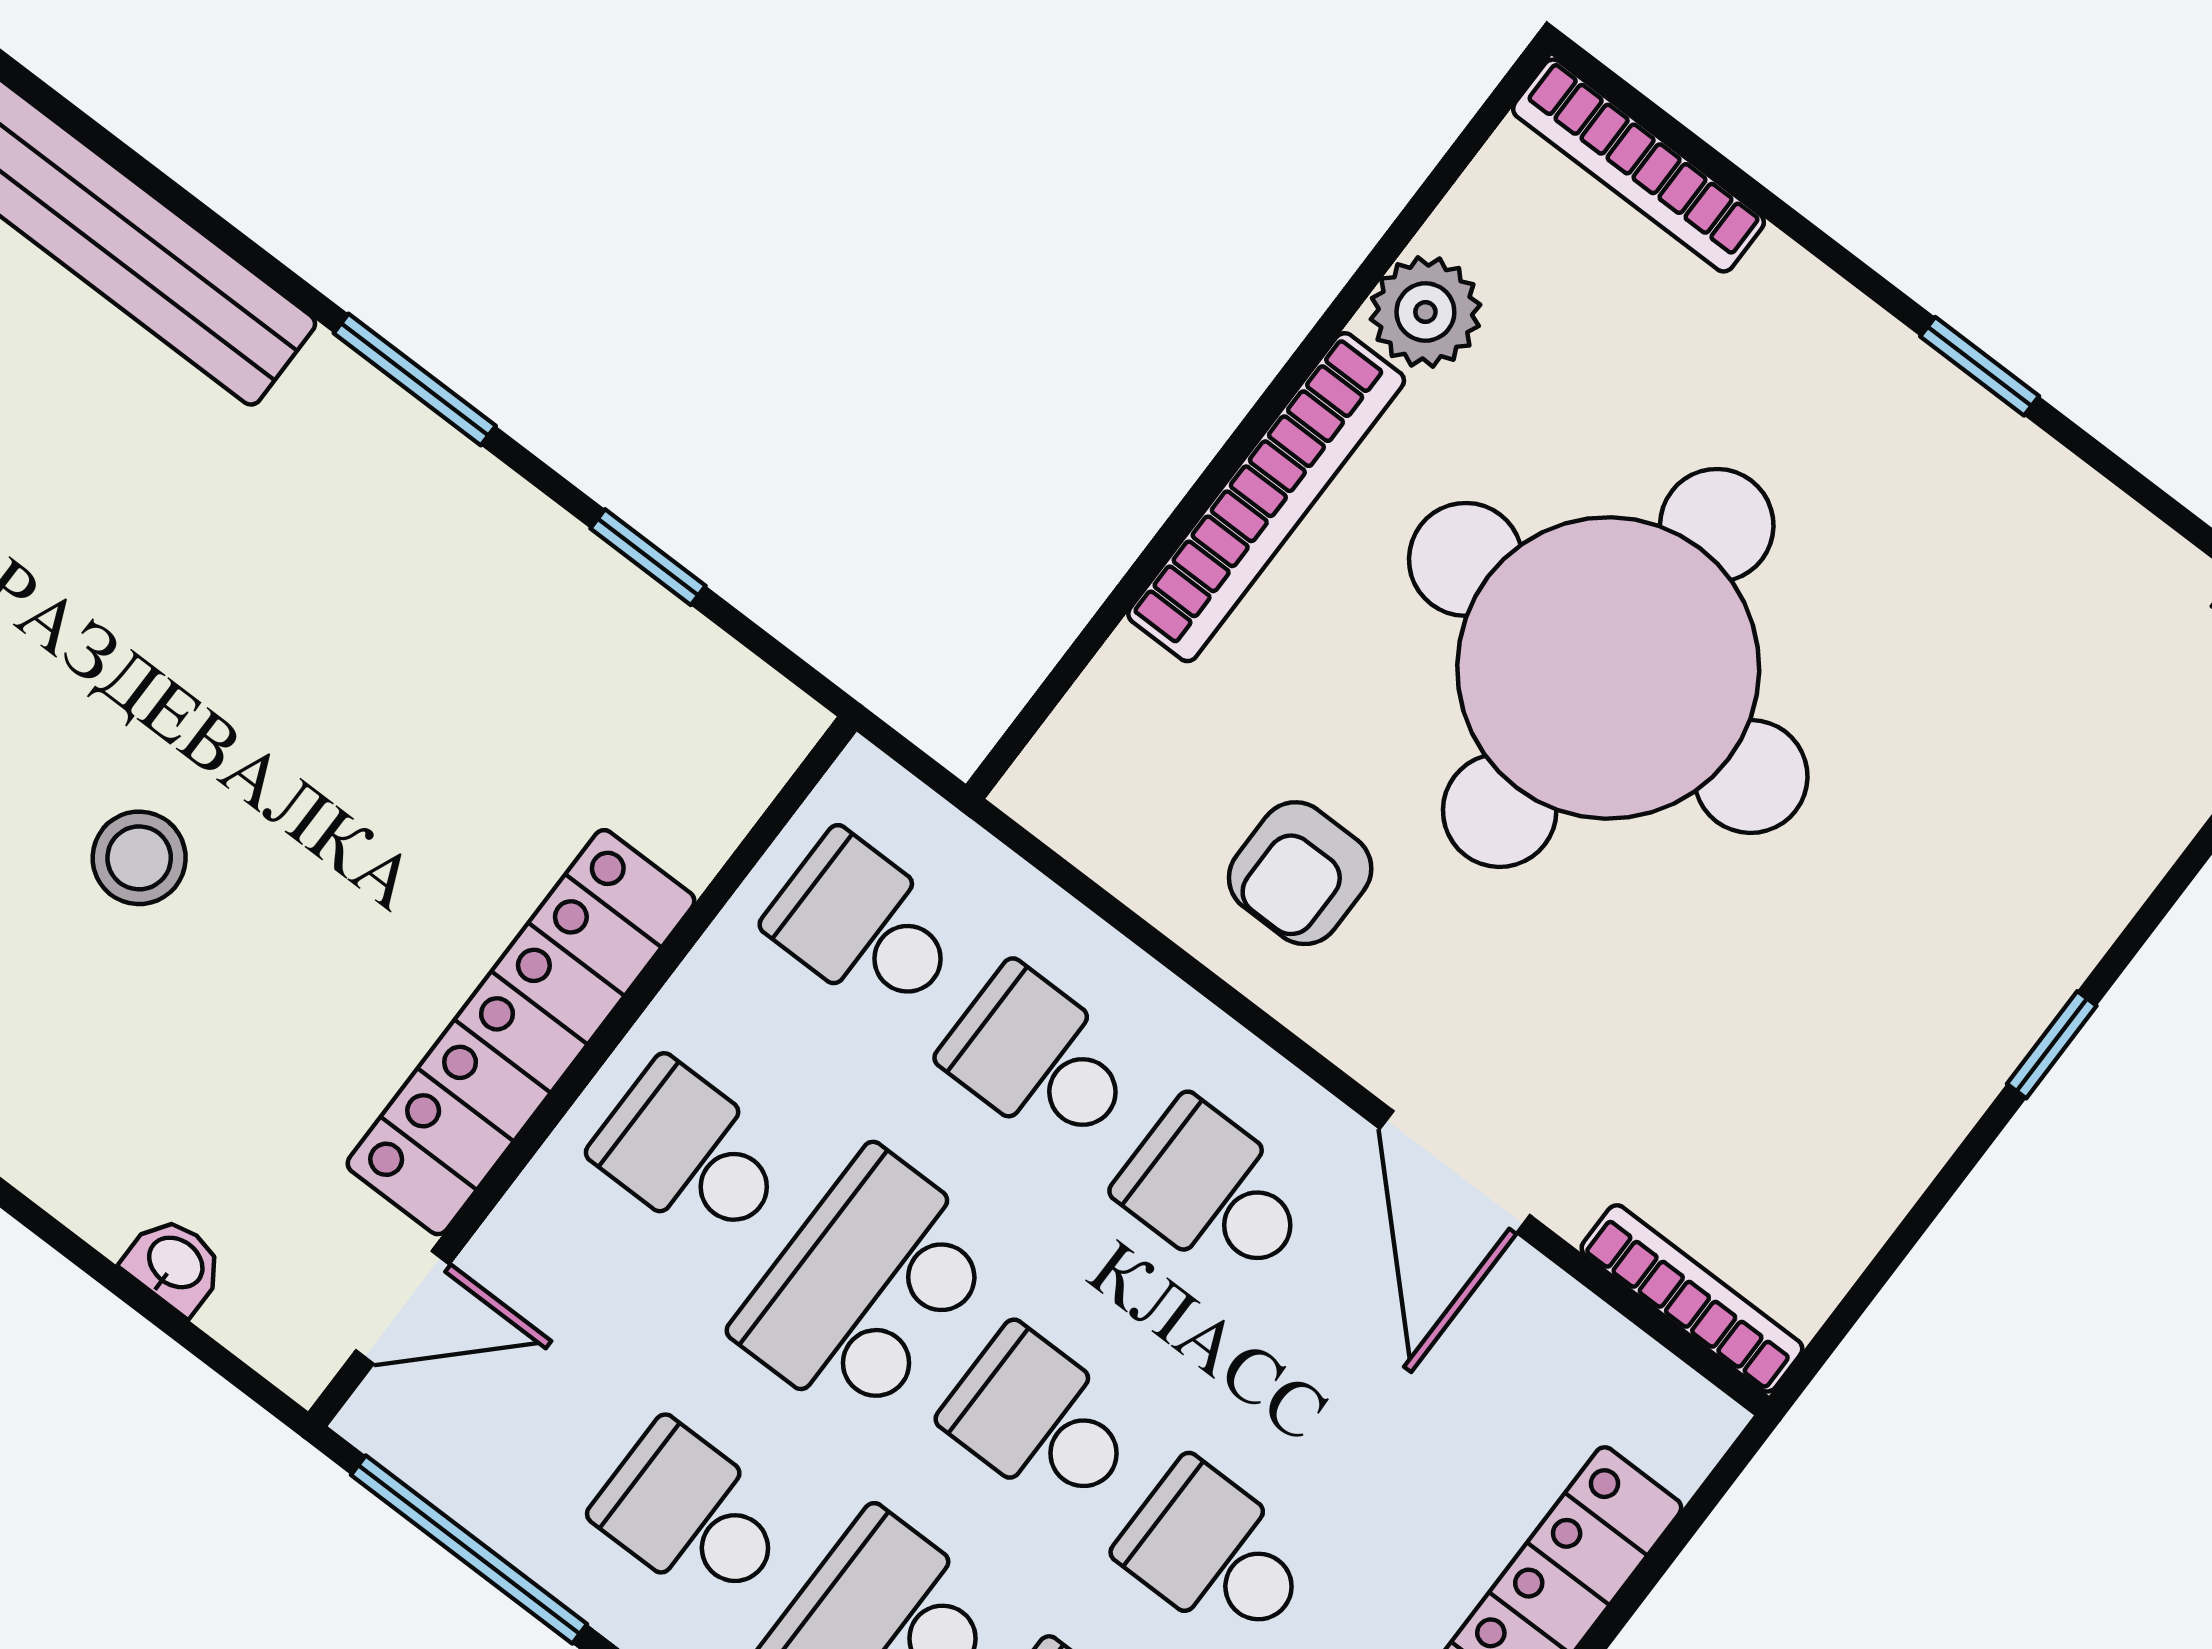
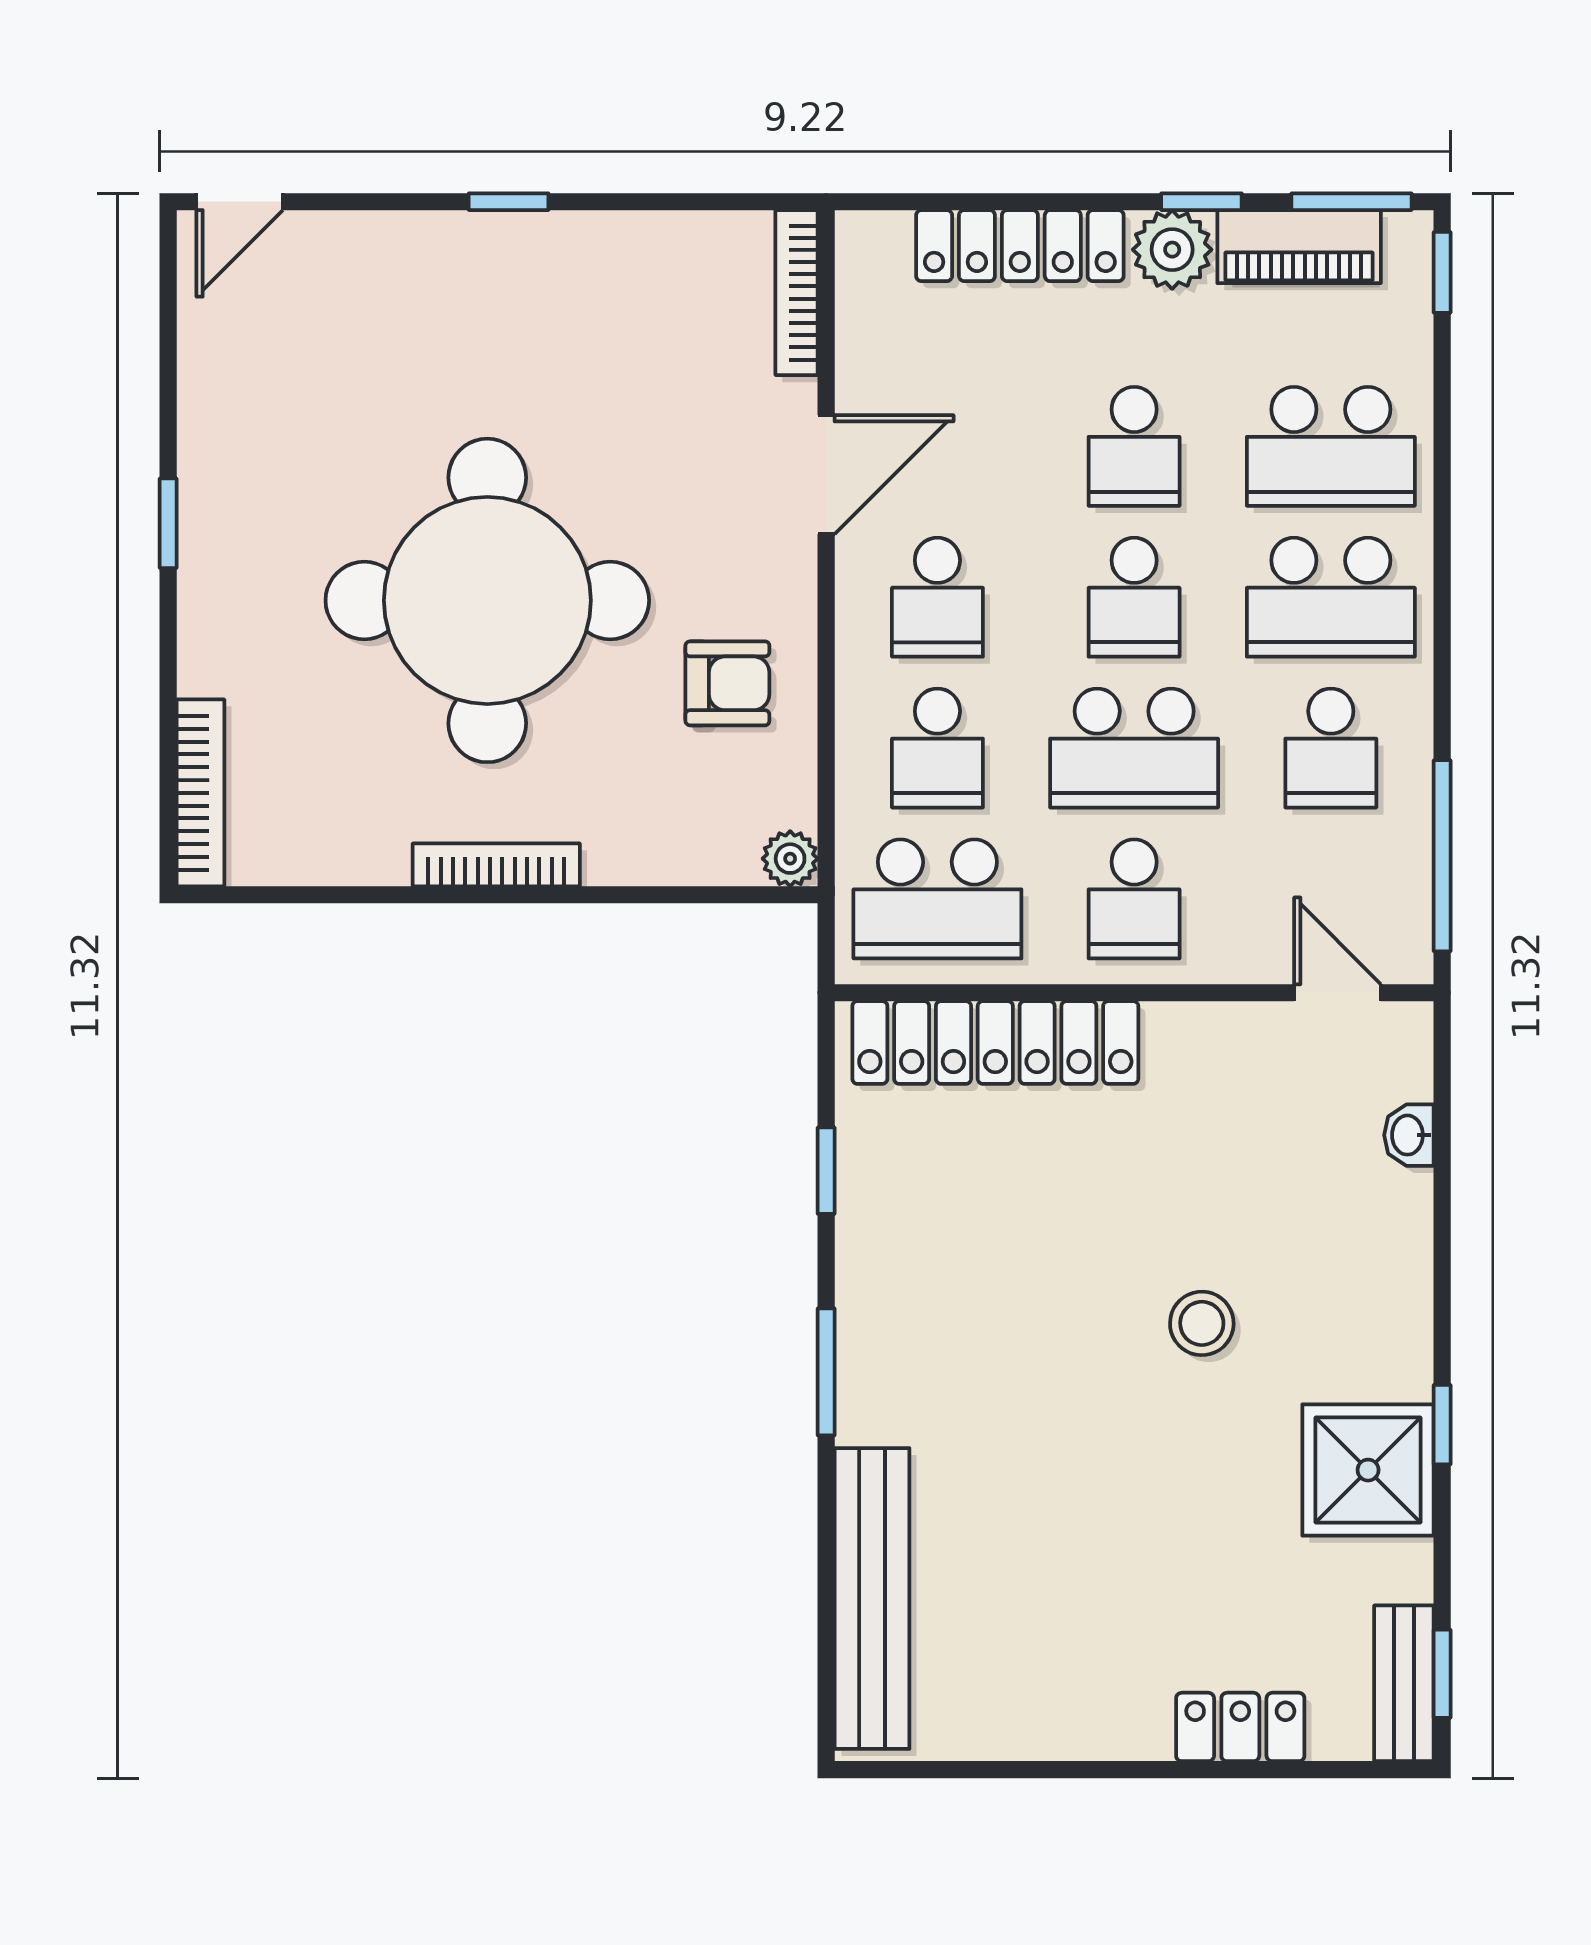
plant: (1425, 312) -> (790, 859), moved, width x0.73, depth x0.73
bookcase: (1266, 497) -> (496, 865), width x0.68, depth x0.76
school desk: (865, 926) -> (937, 899), width x1.85
locker: (521, 1032) -> (995, 1042), moved

